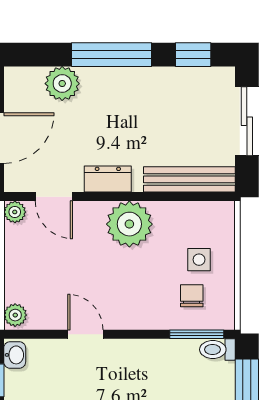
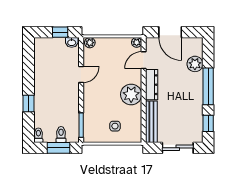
dresser: (108, 179) -> (152, 85), width x1.44
chair: (192, 296) -> (99, 123), removed
toilet: (217, 350) -> (61, 134), moved

